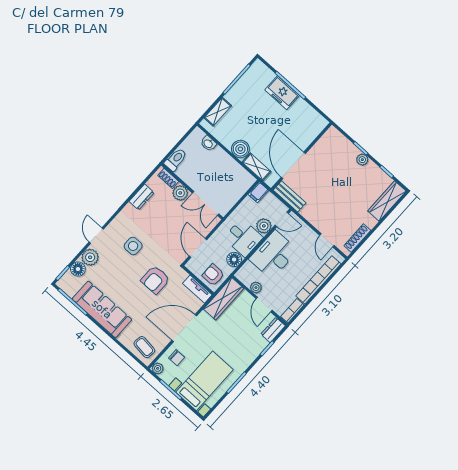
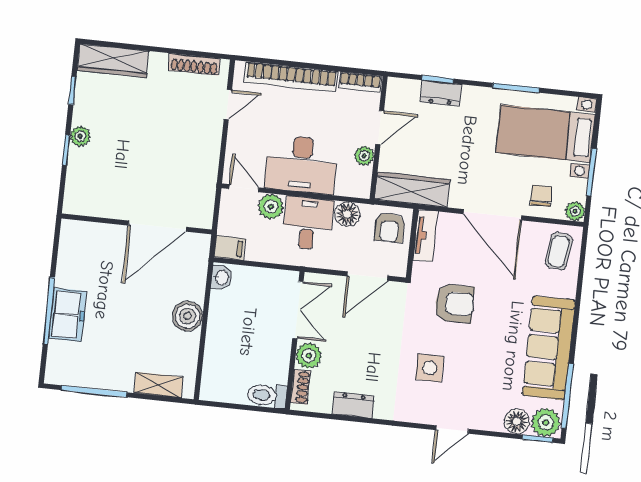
washbasin: (208, 143) -> (221, 277), moved
shelving: (257, 167) -> (196, 276), removed
bench: (290, 196) -> (204, 200), removed
plant: (90, 257) -> (546, 422), moved
dresser: (273, 330) -> (441, 93), moved

